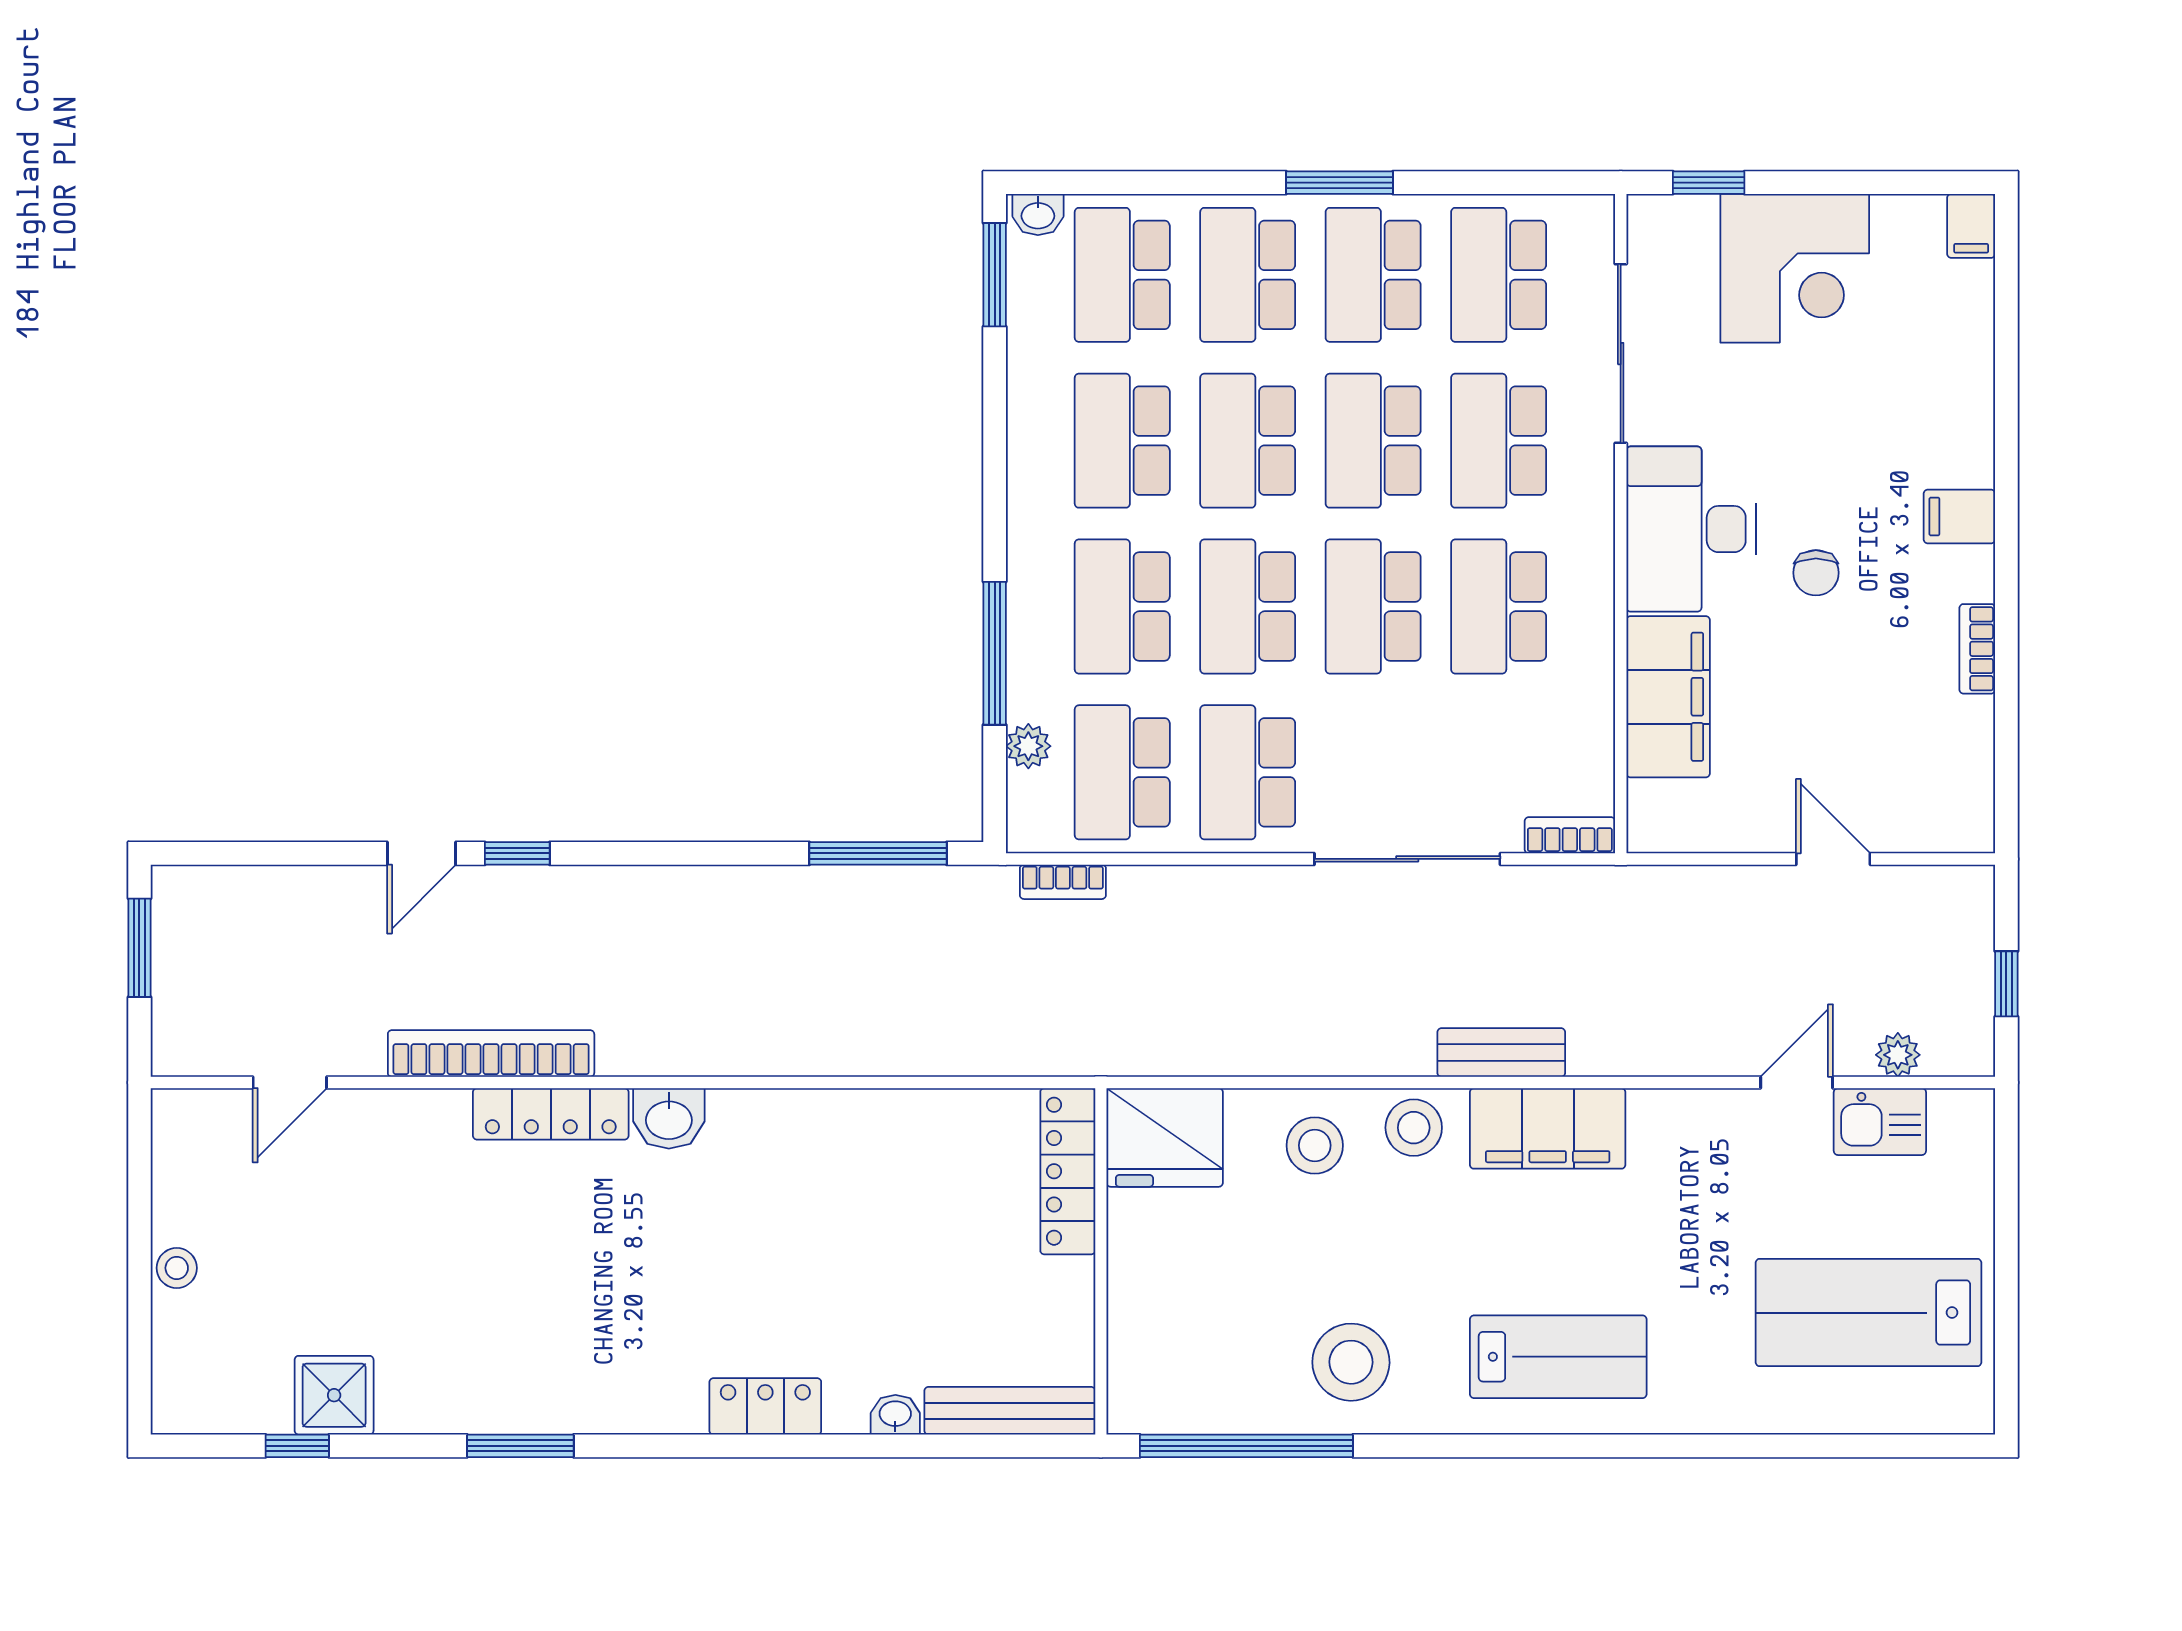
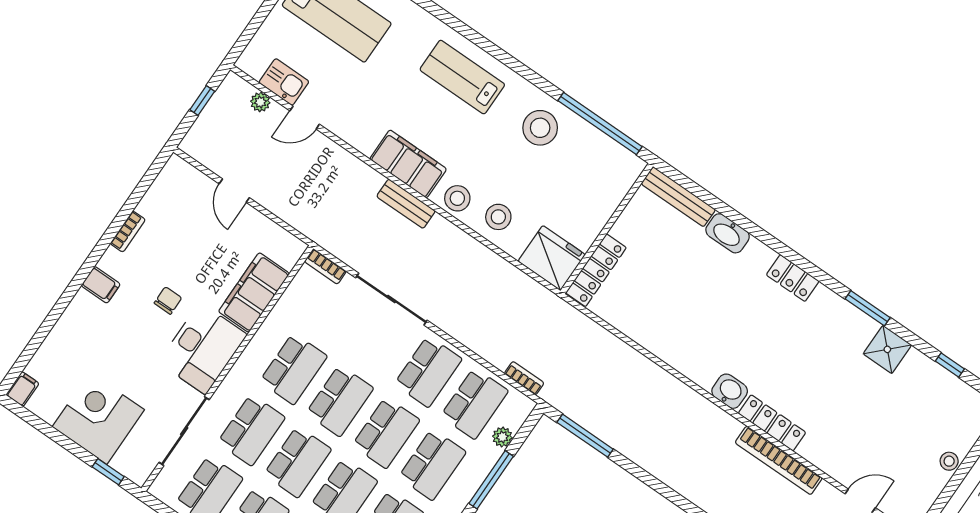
shower: (334, 1395) -> (887, 349), moved
locker: (765, 1406) -> (793, 278), moved
washbasin: (895, 1415) -> (728, 233), width x1.91, depth x1.45

